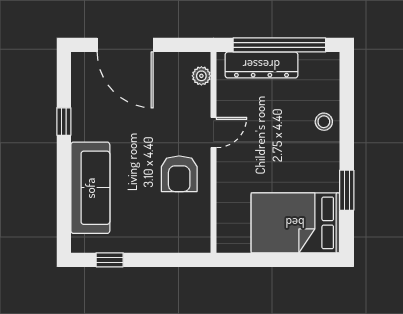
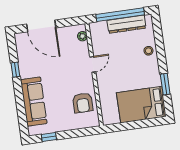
dresser: (261, 65) -> (126, 24), moved
armchair: (179, 174) -> (83, 103), moved

